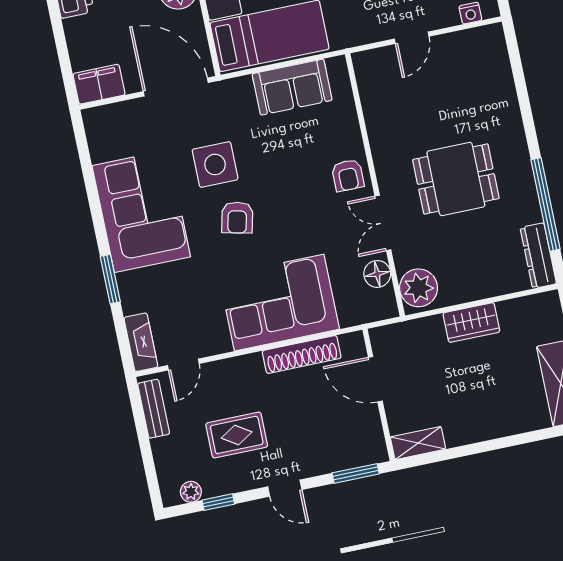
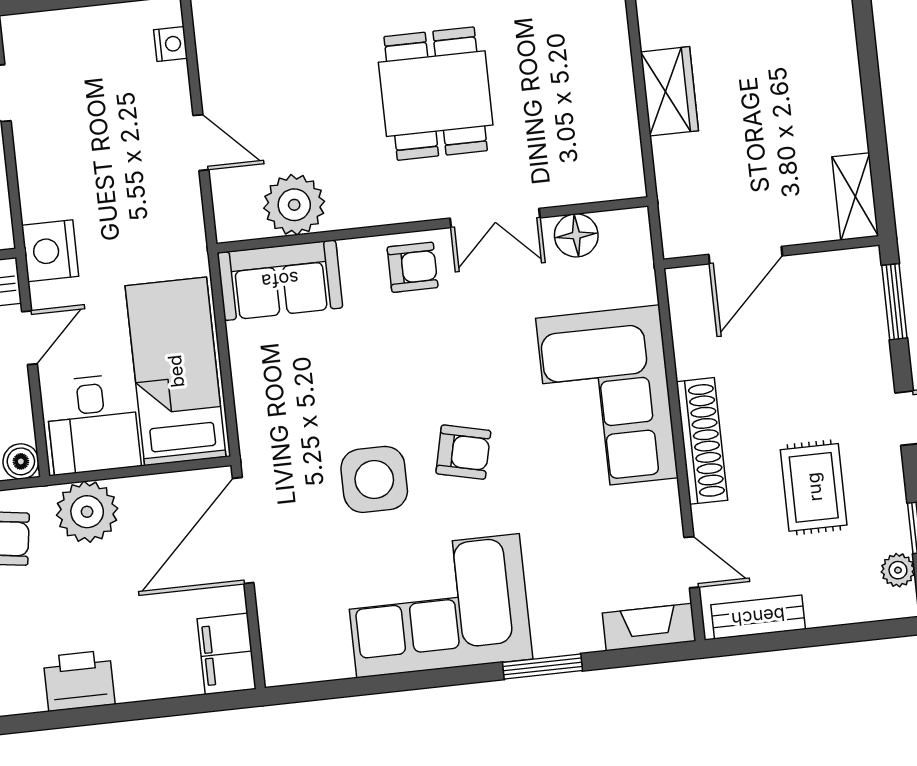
sofa: (292, 87) -> (280, 280), moved, turned 90
plant: (419, 288) -> (294, 205), moved
shoe rack: (302, 354) -> (702, 441), moved

